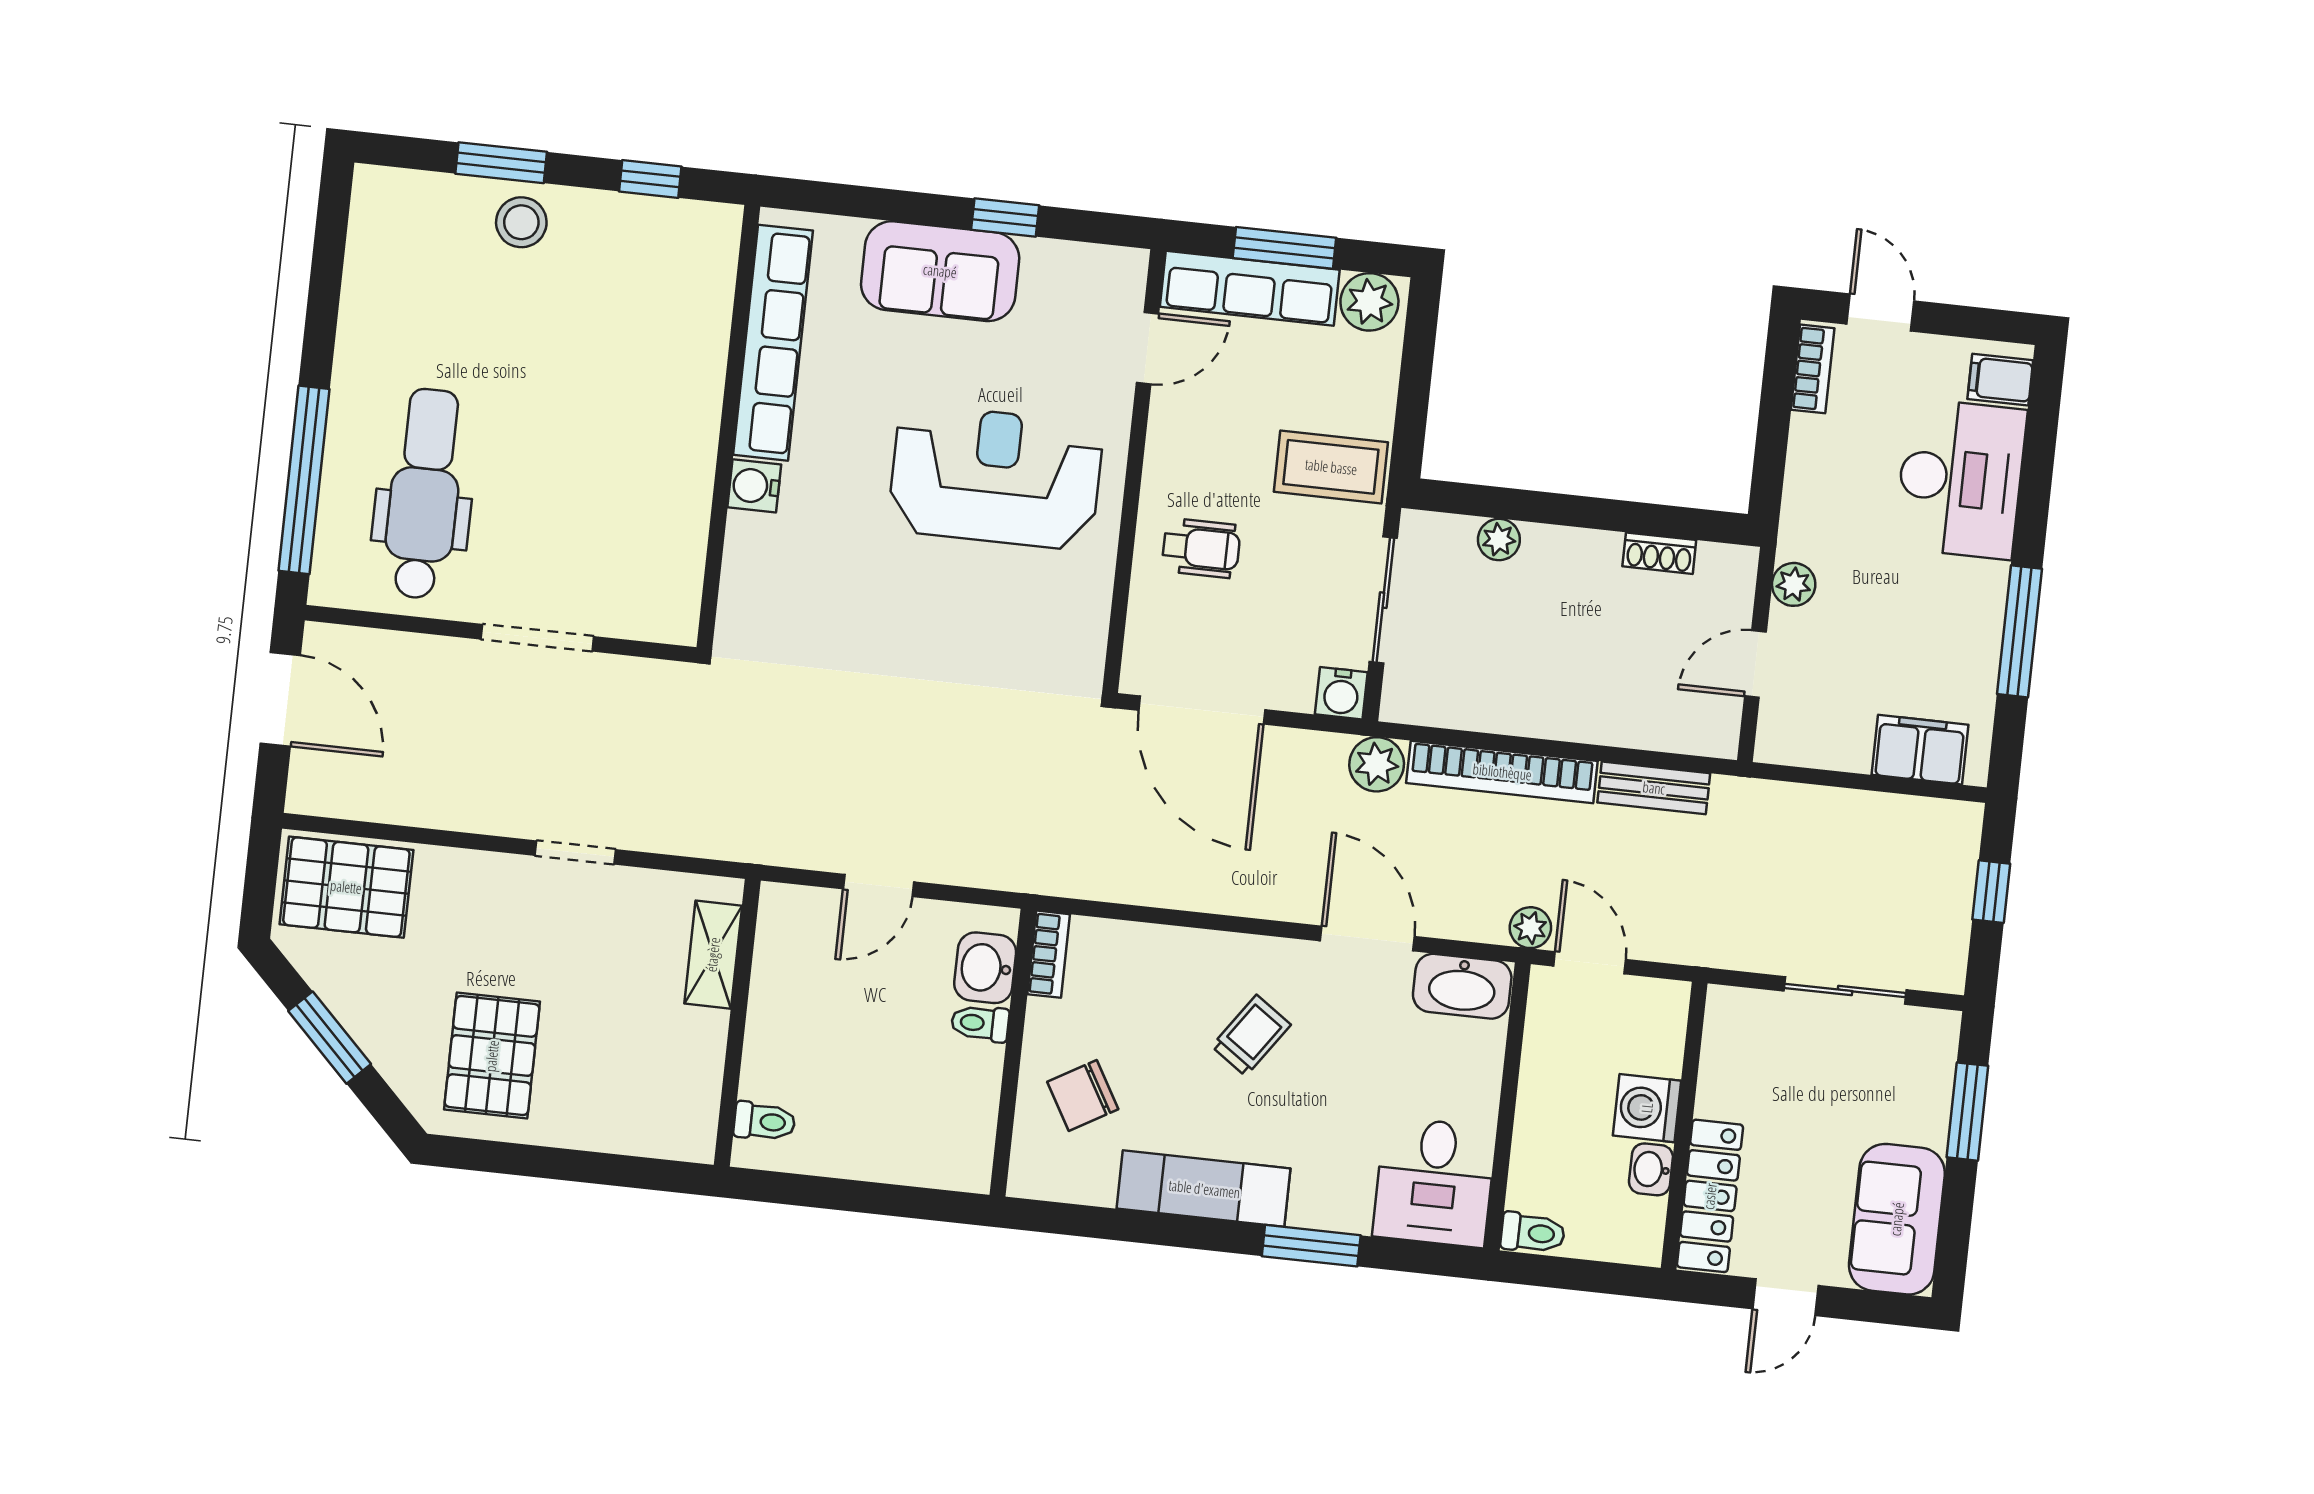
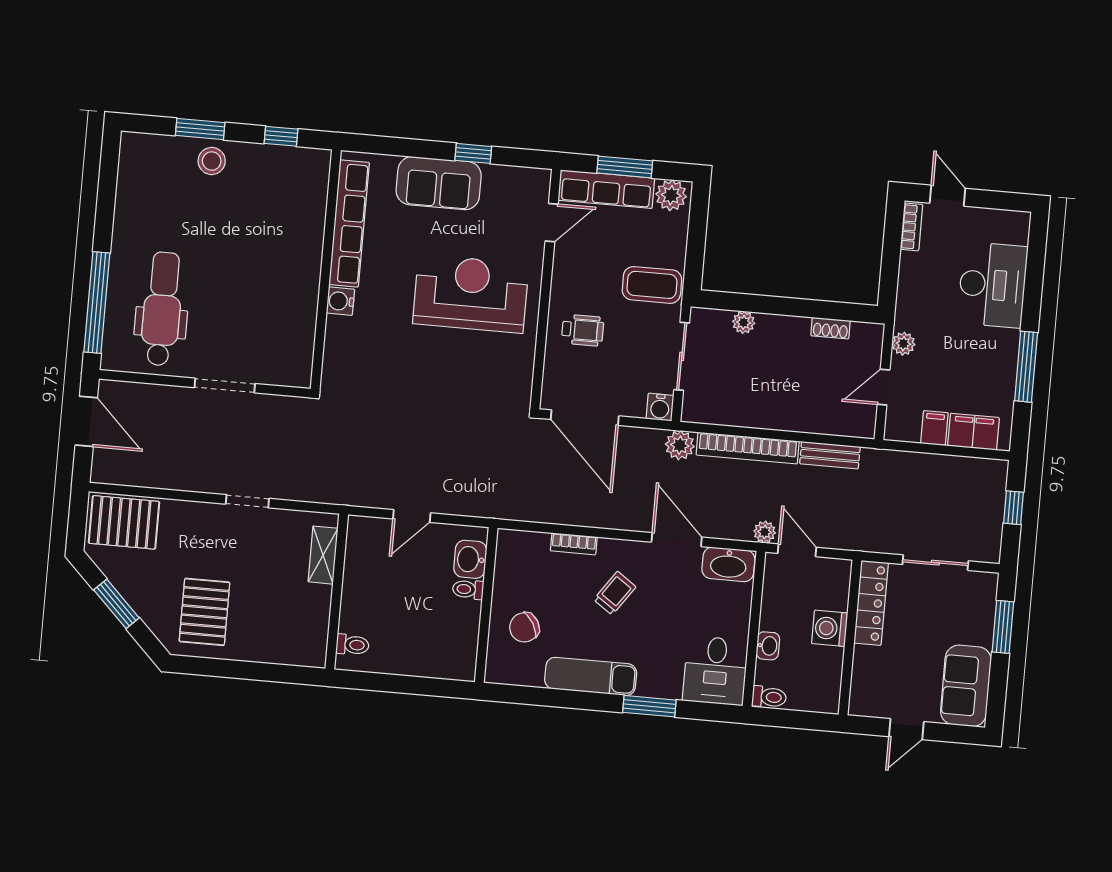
filing cabinet: (2000, 380) -> (934, 428), moved, turned 90
bookcase: (1049, 954) -> (574, 544), moved, turned 90
washbasin: (1651, 1169) -> (768, 646), moved, turned 180
locker: (1710, 1196) -> (871, 603), moved

